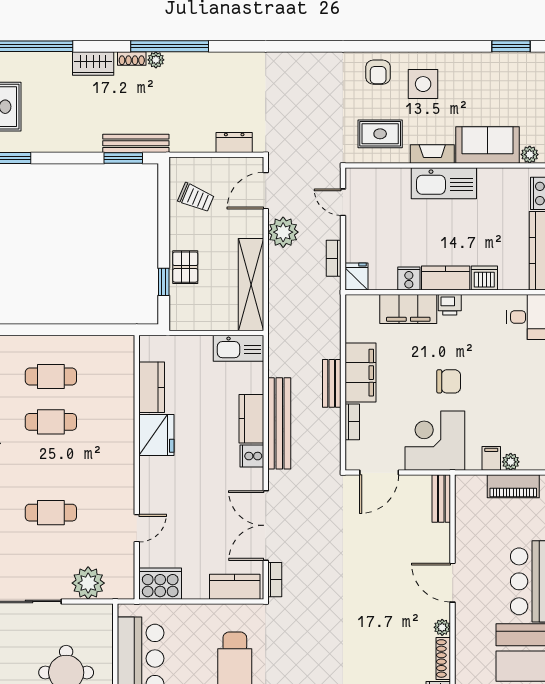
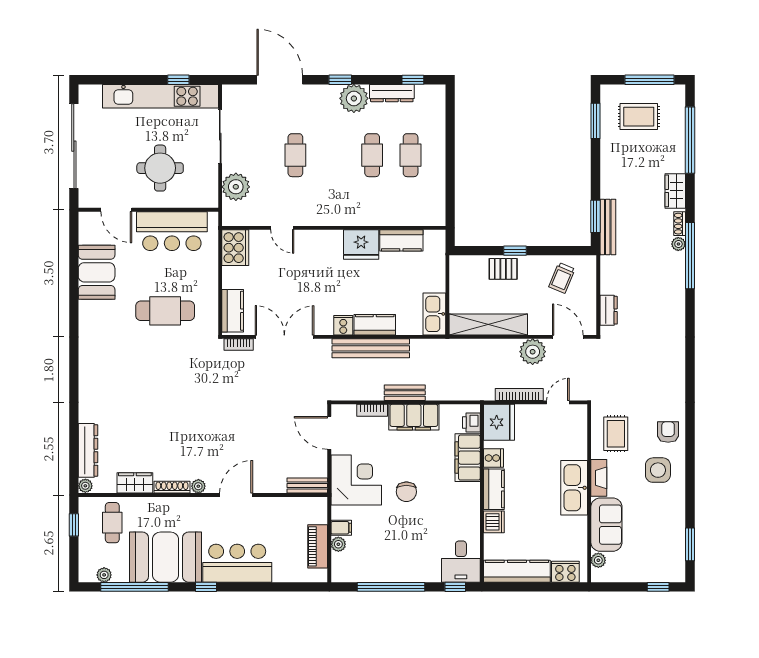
armchair: (378, 72) -> (668, 432), turned 90
bookcase: (334, 258) -> (519, 394), width x1.56
fridge: (357, 276) -> (499, 422), width x1.88, depth x1.34
window: (164, 282) -> (515, 251), moved
printer: (450, 305) -> (471, 423), moved

